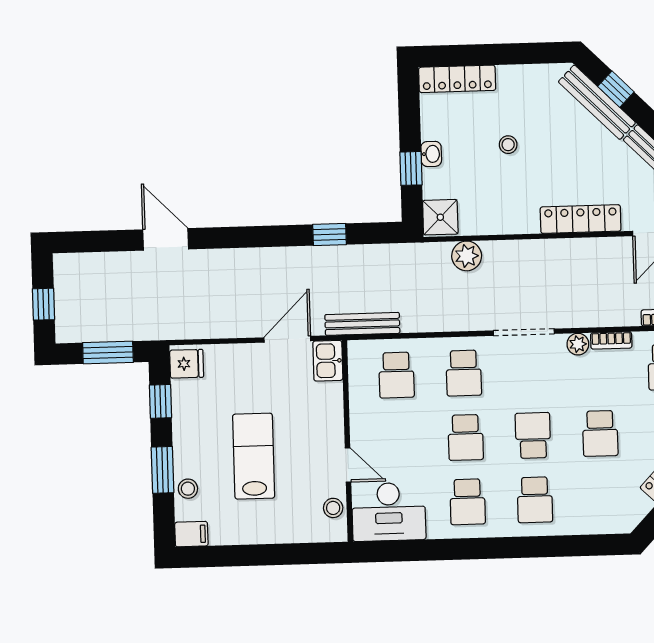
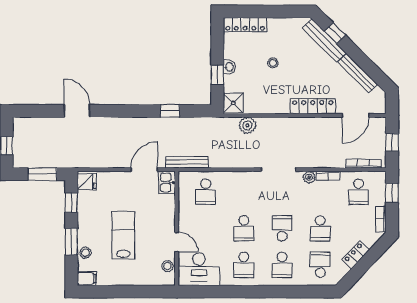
school desk: (464, 373) -> (320, 265), moved, turned 180

